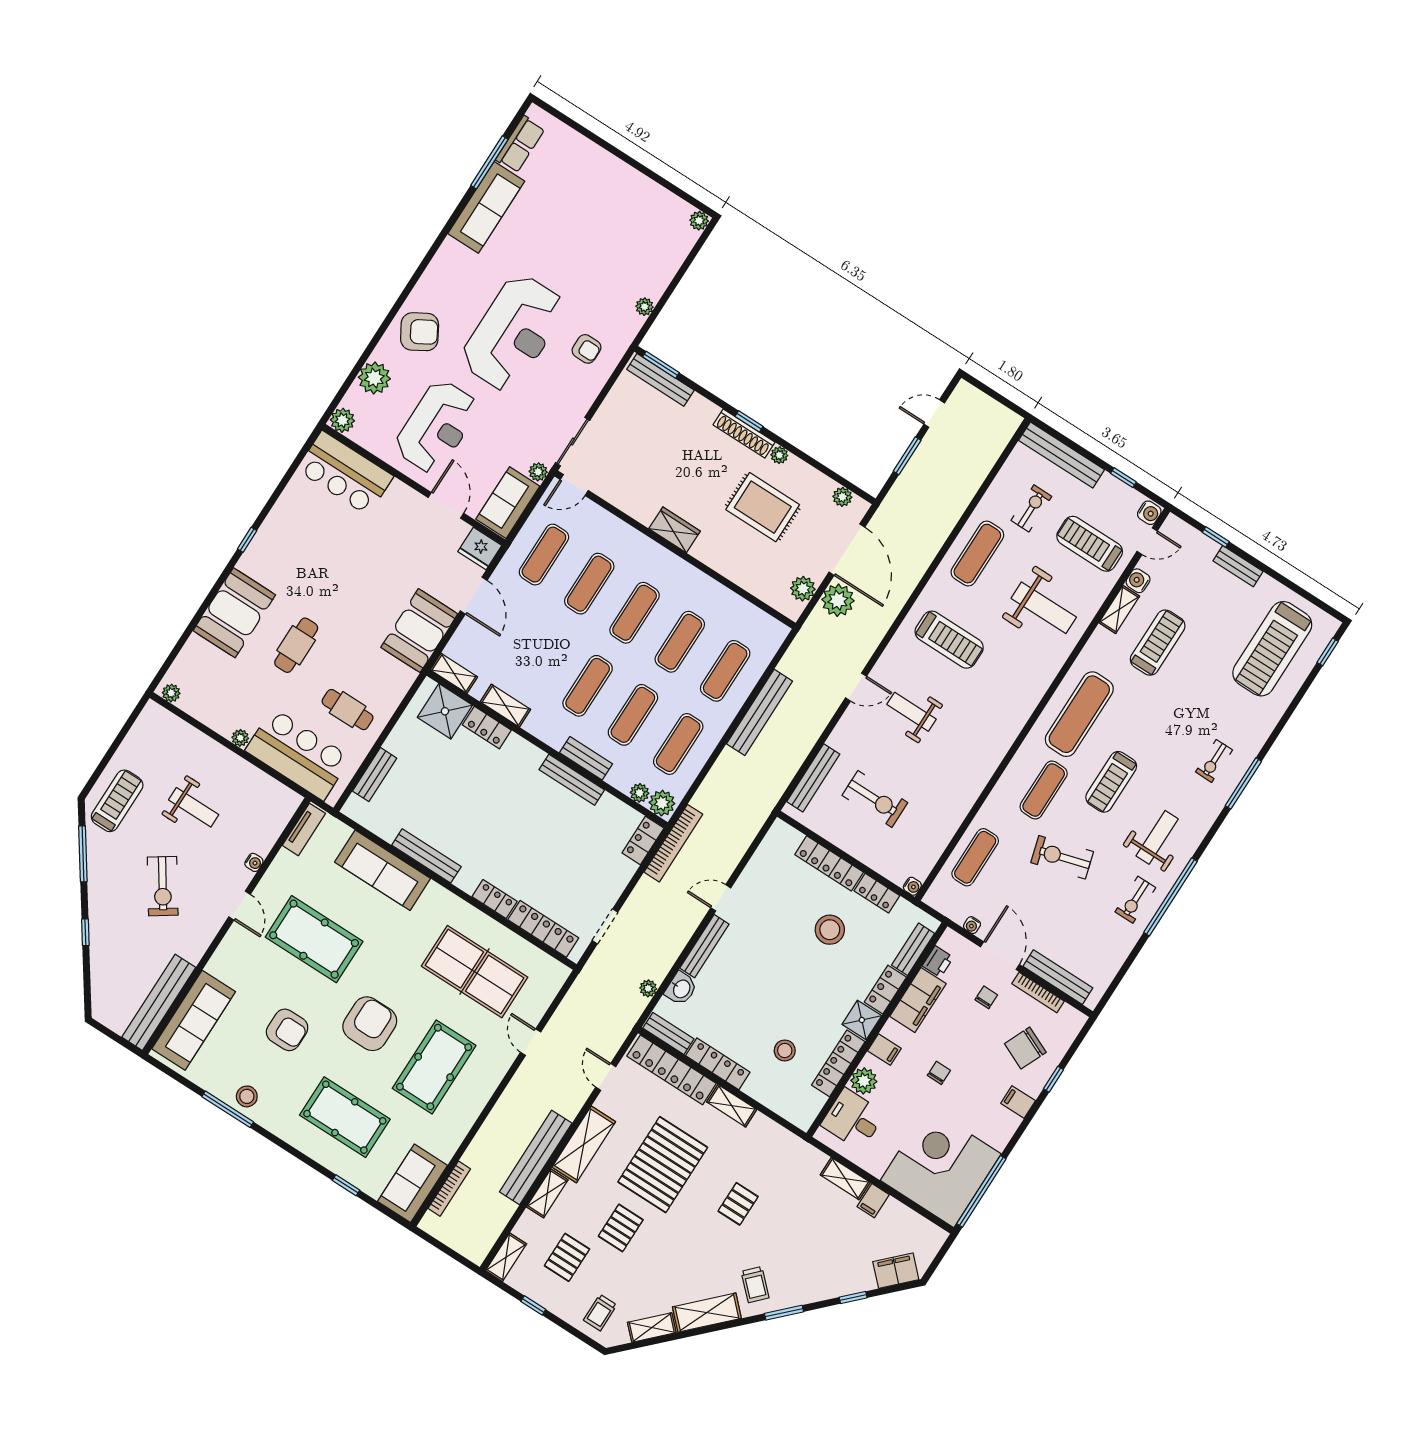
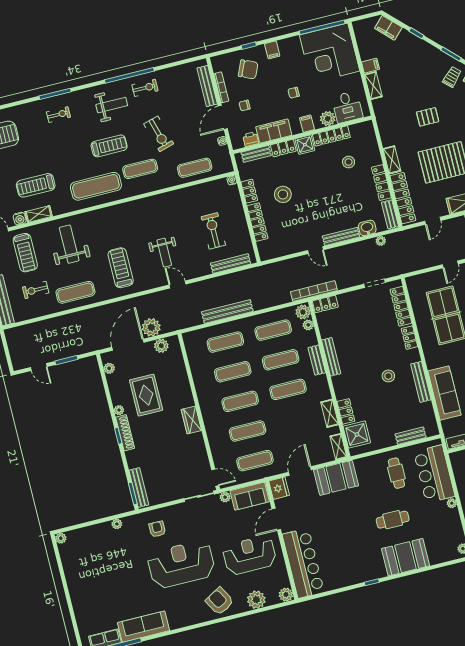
bar counter: (345, 473) -> (303, 563), width x1.36
stool: (475, 824) -> (388, 376), added
weight bench: (1157, 837) -> (112, 105), turned 180

